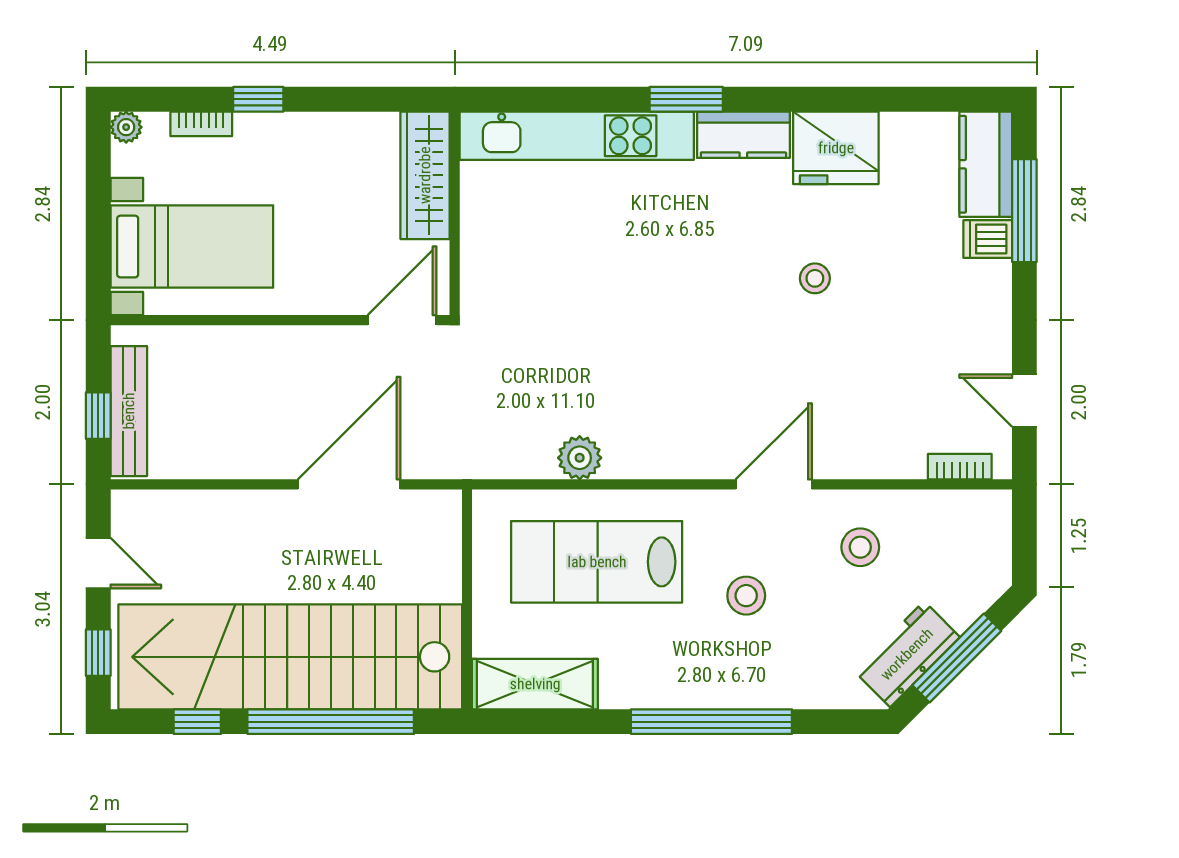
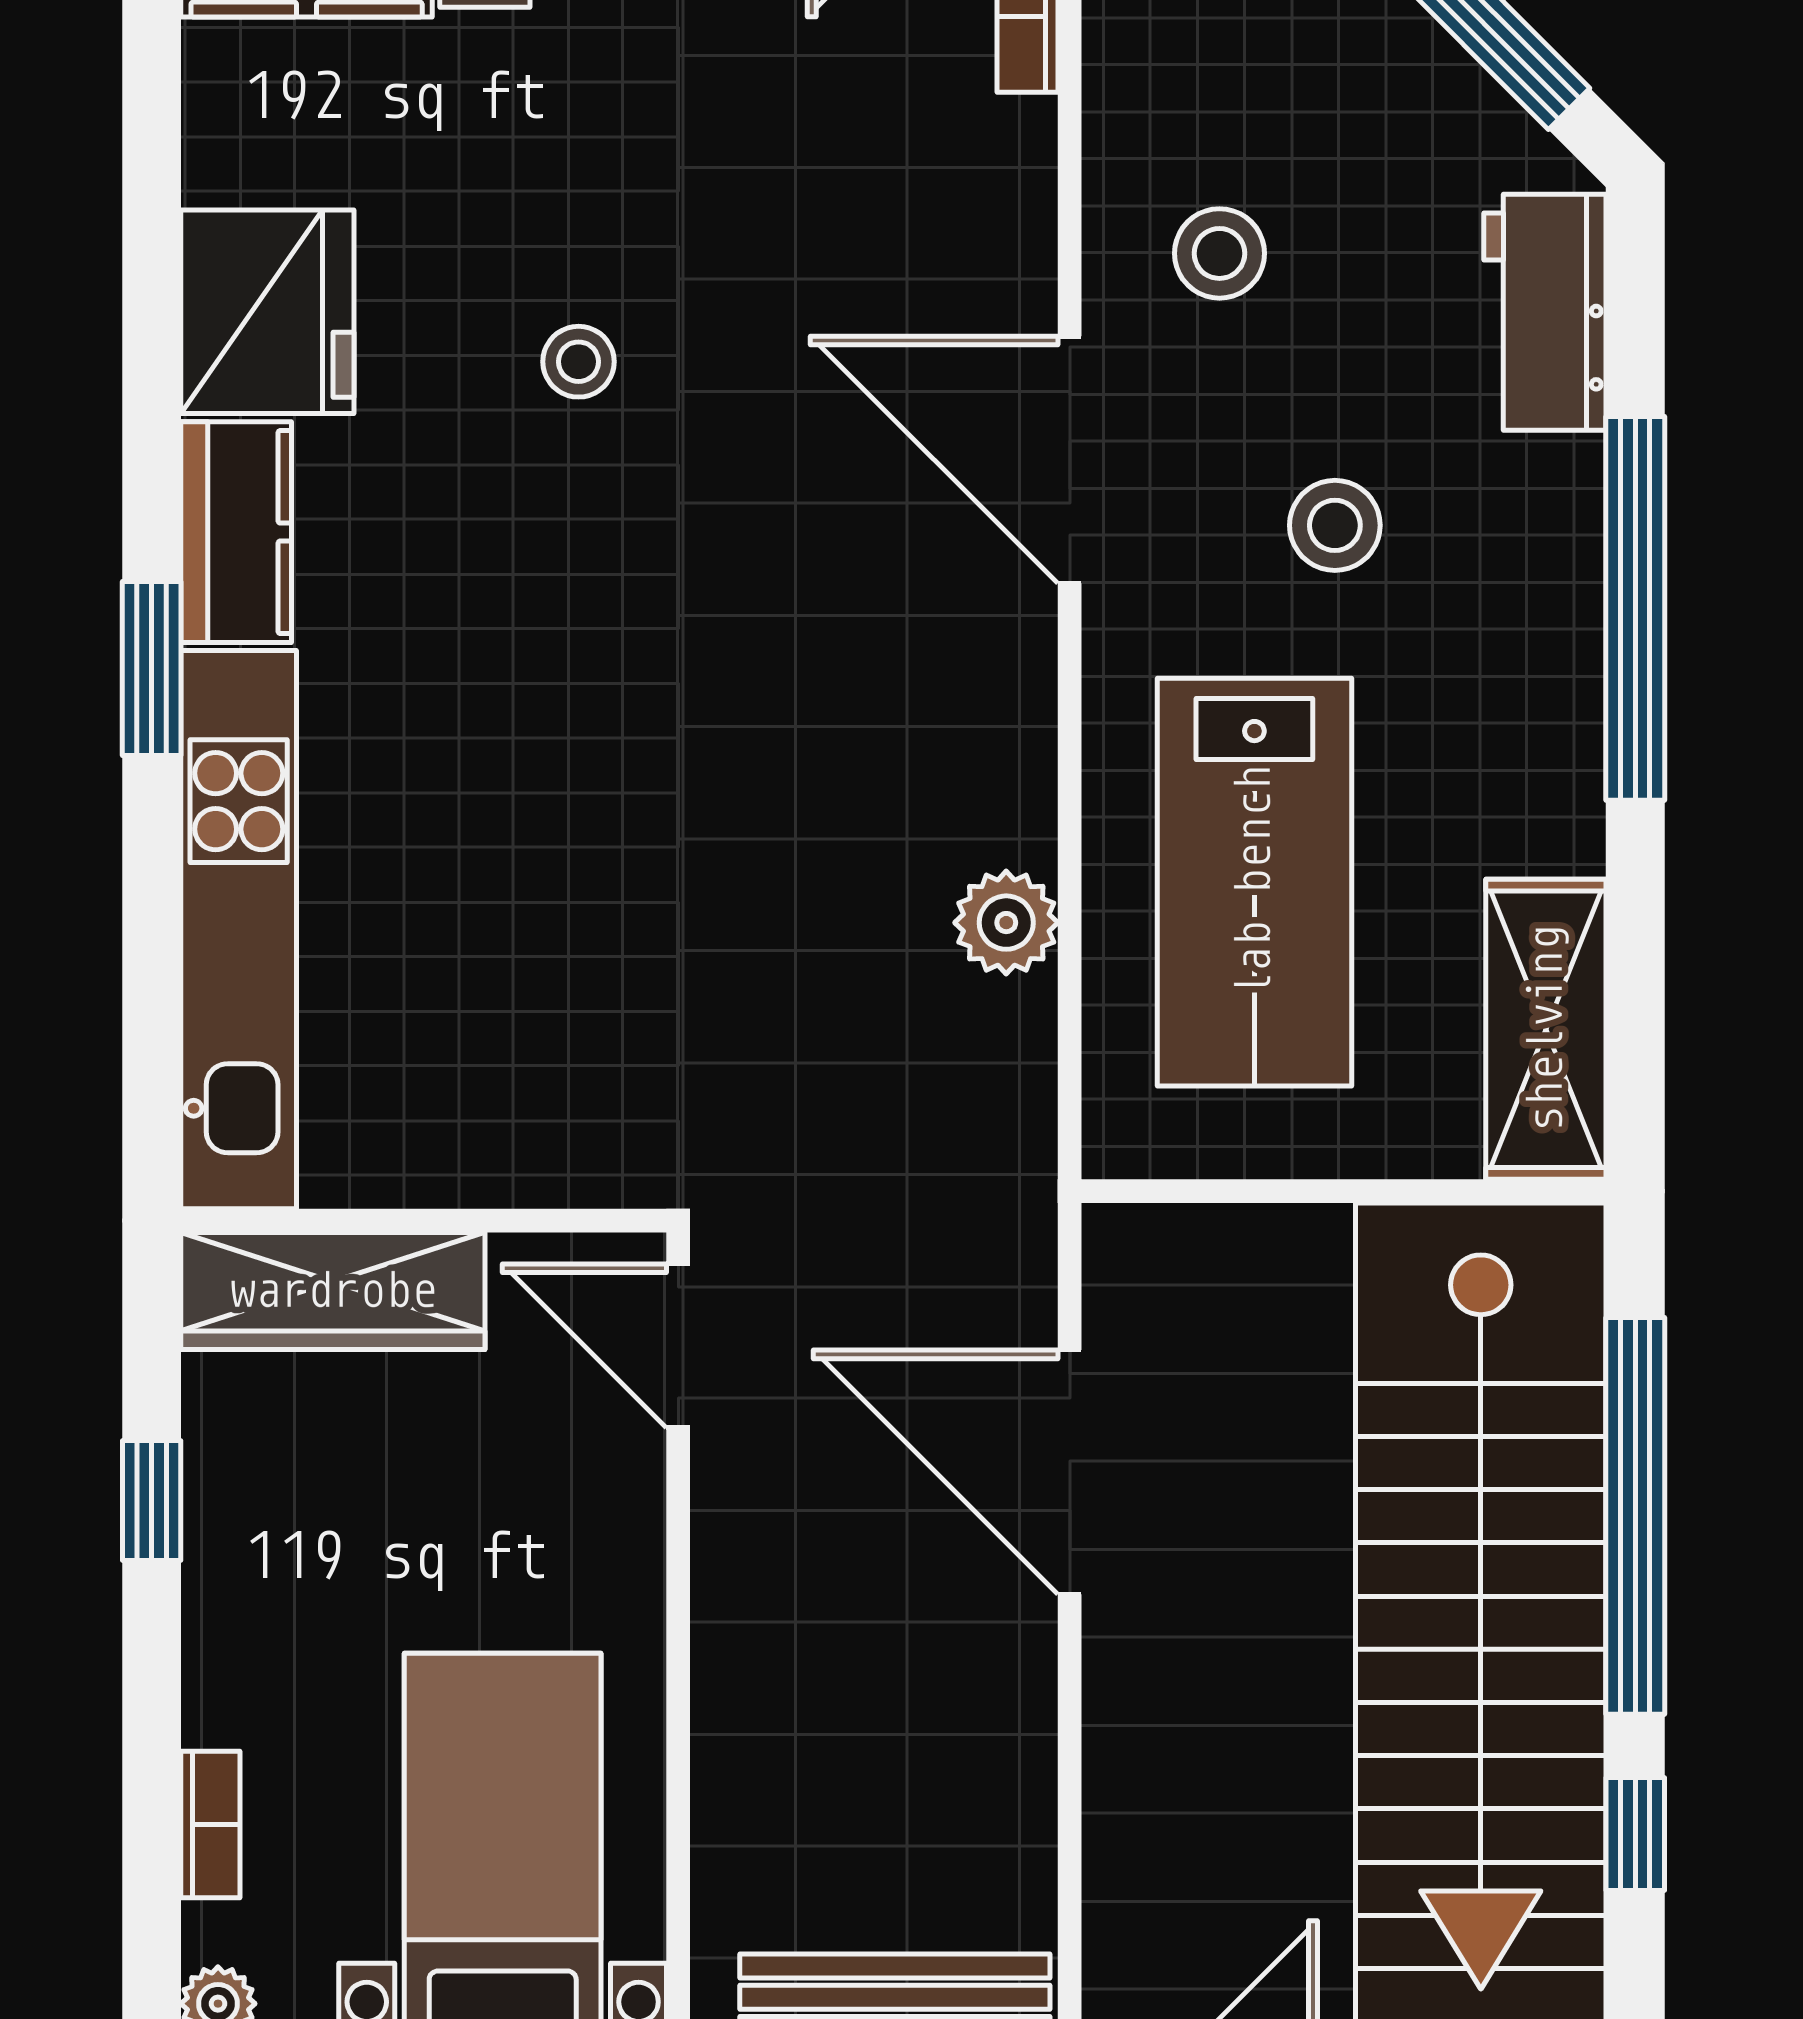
window: (258, 99) -> (152, 1501), moved
door: (774, 484) -> (1070, 460), width x1.36
workbench: (907, 654) -> (1545, 312), moved, turned 45

